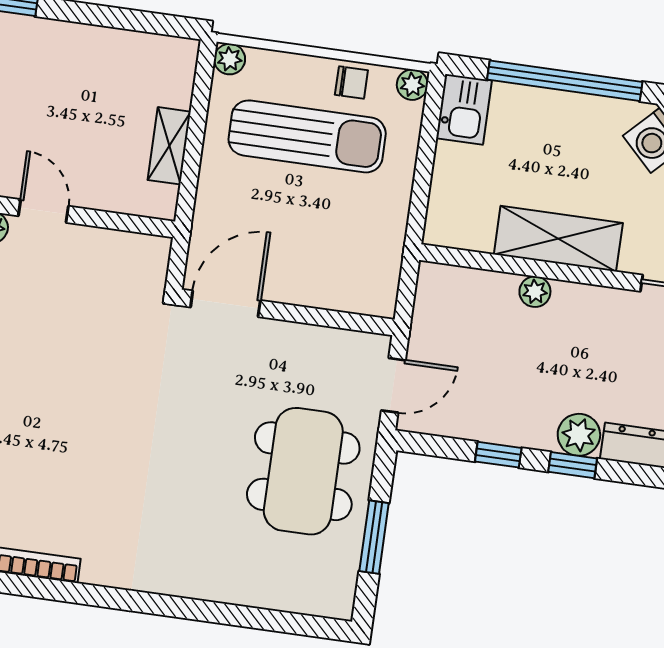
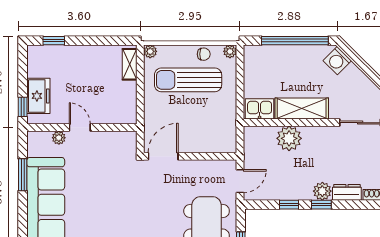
kitchen sink: (464, 109) -> (260, 109), moved, turned -90
sun lounger: (307, 136) -> (188, 80), turned 180
shelving: (169, 146) -> (130, 64), moved
plant: (535, 292) -> (289, 138), width x1.88, depth x1.88

